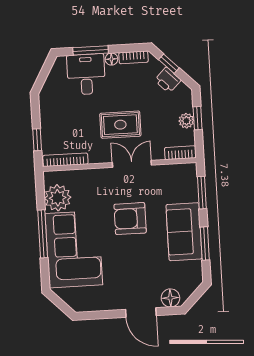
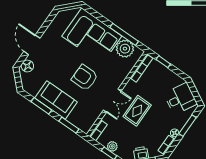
desk: (86, 74) -> (180, 99), moved, turned -61
armchair: (130, 219) -> (85, 78), turned -90
window: (43, 234) -> (124, 34), moved
door: (141, 312) -> (32, 45), hinge flipped

